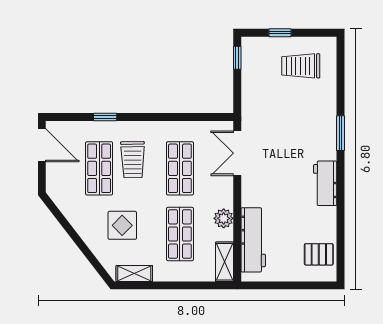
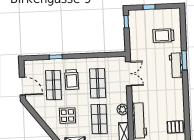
trolley: (301, 66) -> (163, 36), moved
door: (42, 145) -> (22, 86), moved
double door: (237, 153) -> (128, 74), swing flipped
workbench: (325, 183) -> (176, 65), moved

